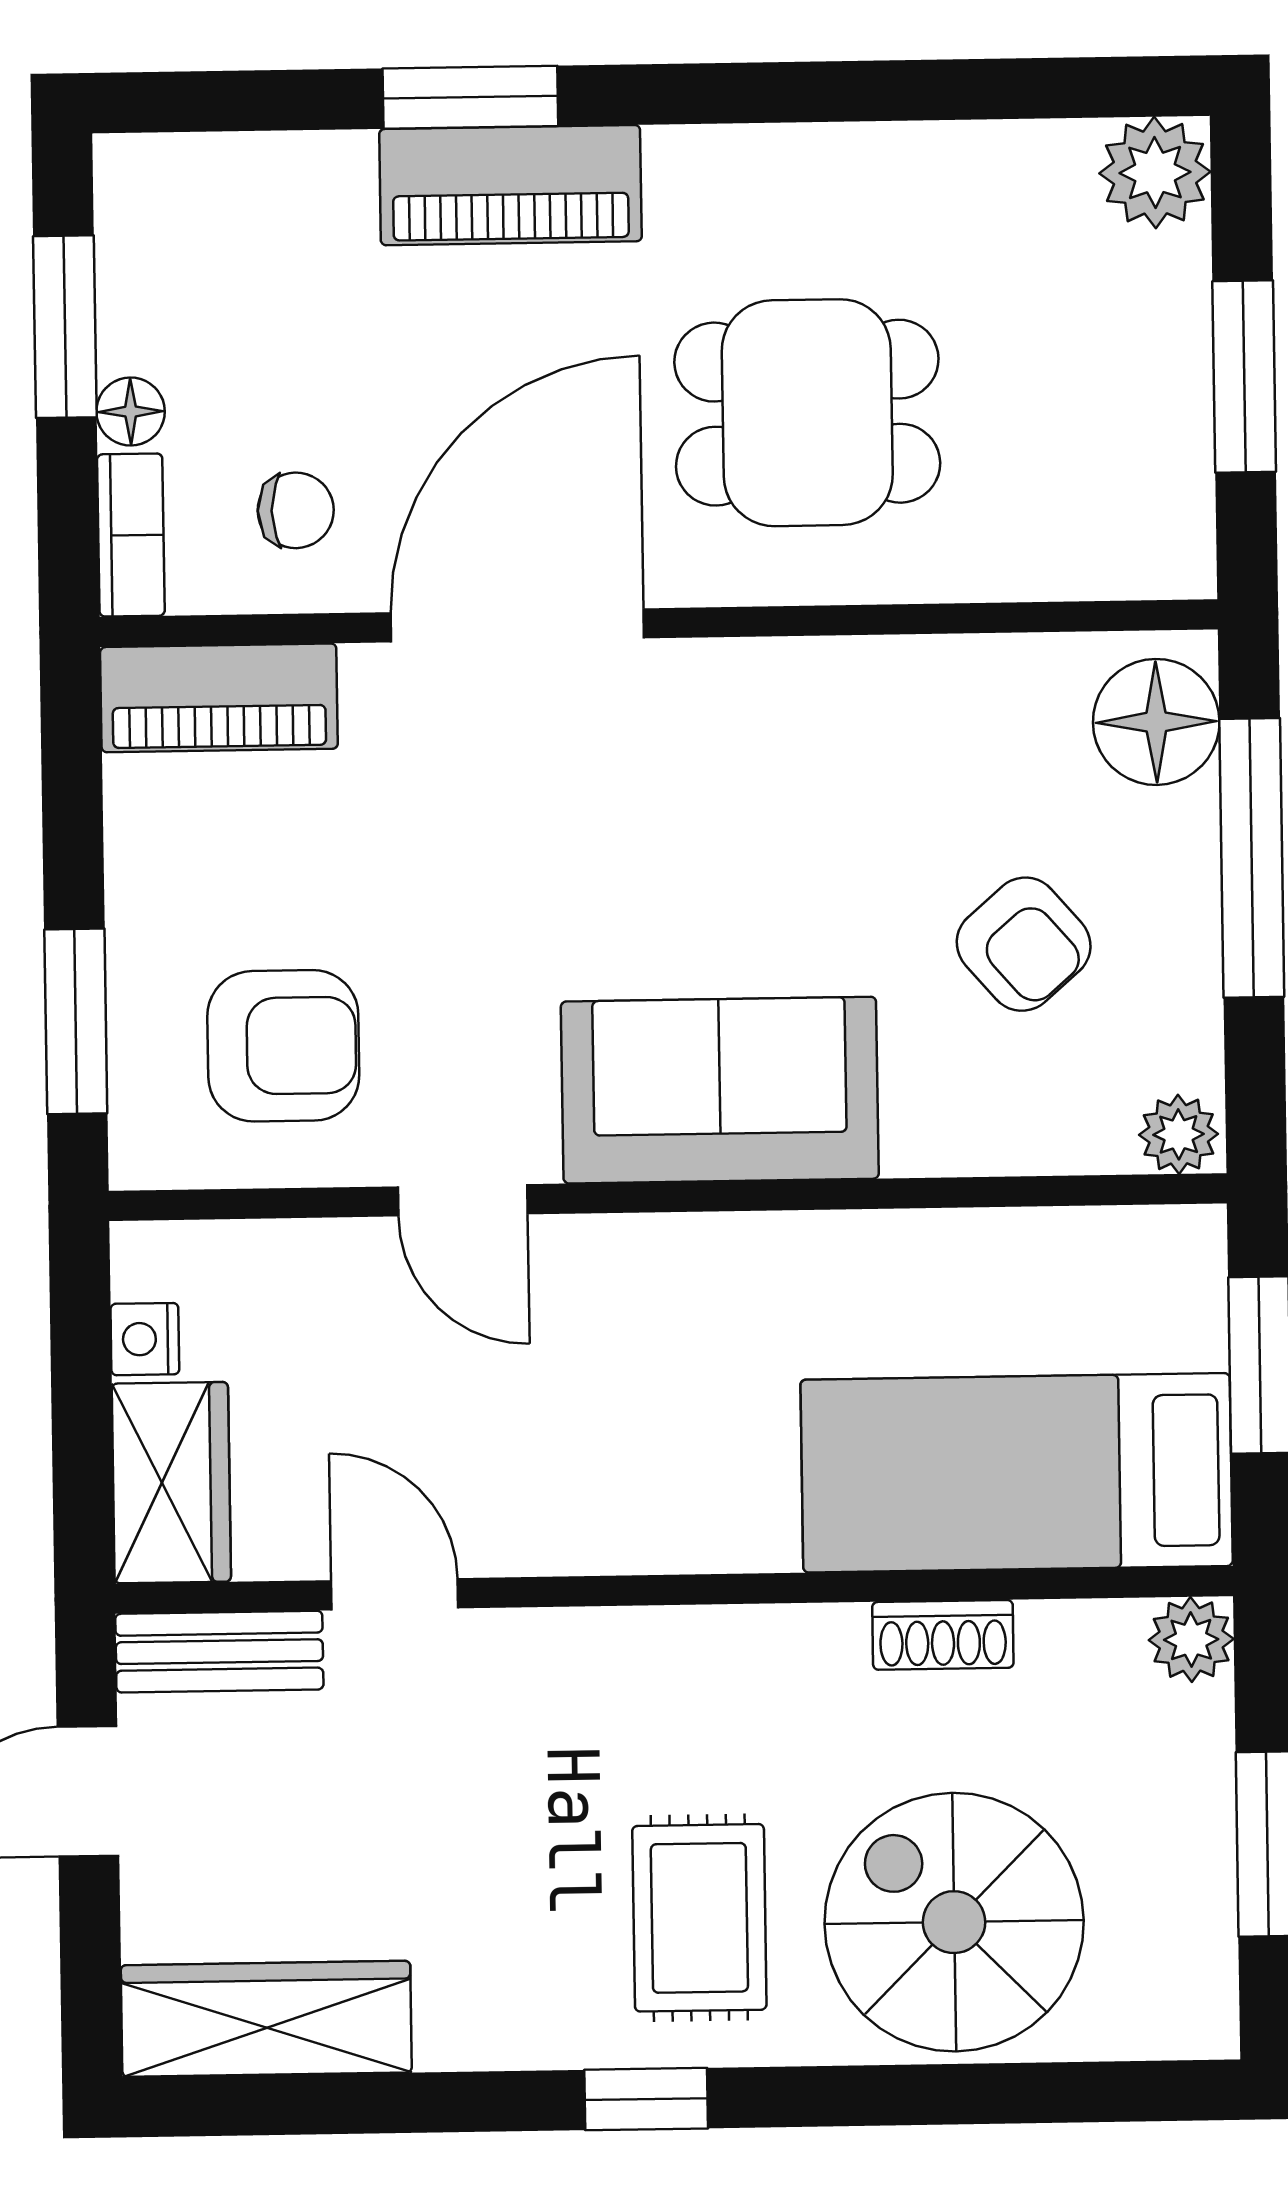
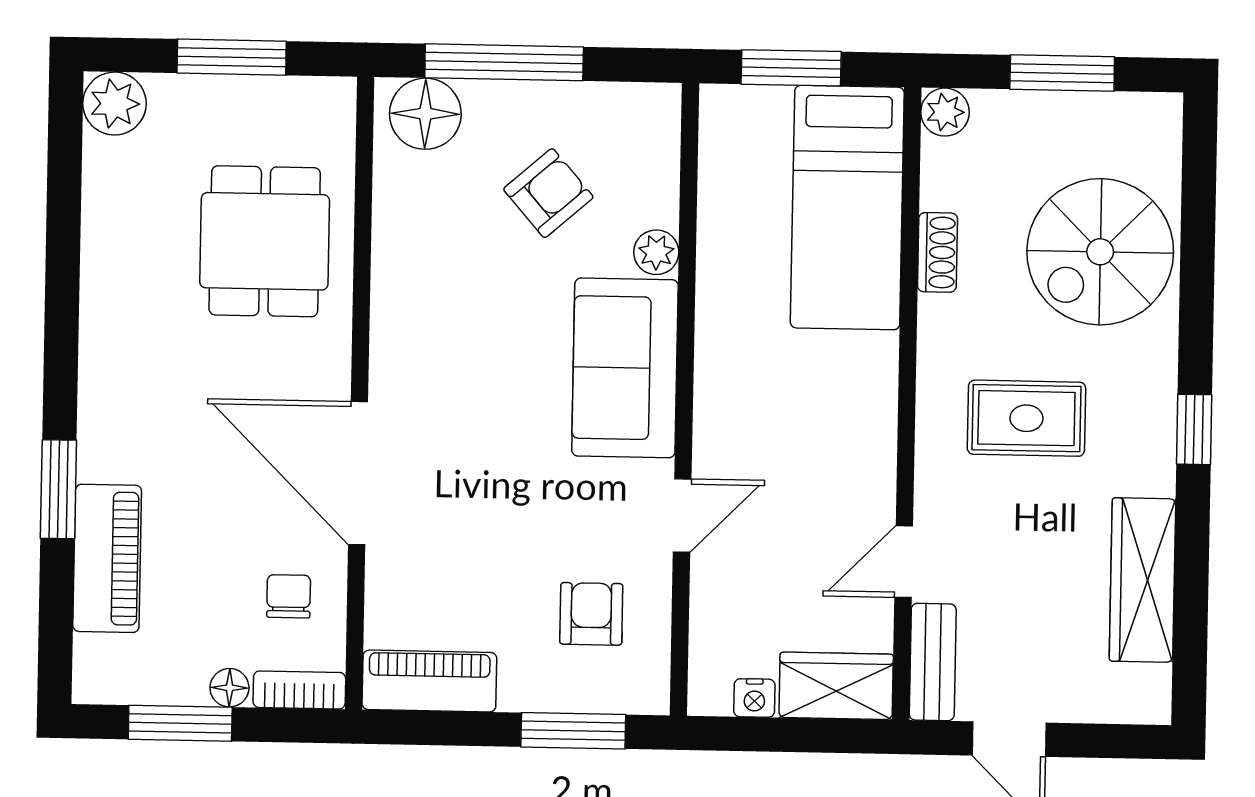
piano: (510, 185) -> (107, 558), moved
dining table: (807, 413) -> (265, 241), moved
piano: (219, 698) -> (429, 681), moved, turned -90
armchair: (283, 1046) -> (591, 614), width x0.72, depth x0.72
plant: (1179, 1134) -> (656, 252), moved
rug: (699, 1918) -> (1026, 418), moved
wardrobe: (266, 2019) -> (1143, 580), moved

